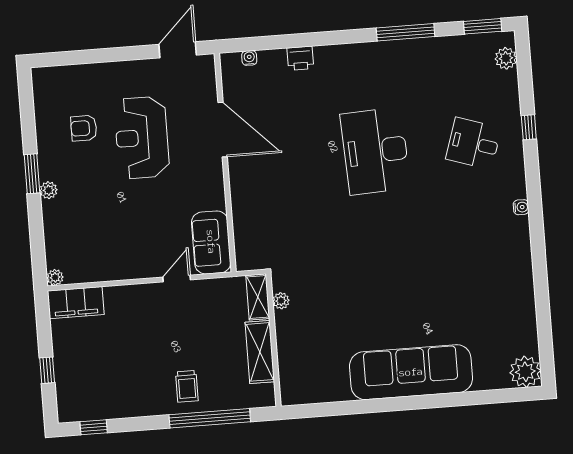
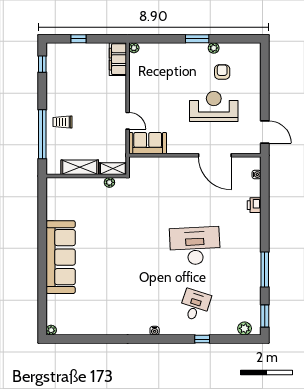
door: (223, 130) -> (215, 155), hinge flipped
plant: (49, 190) -> (214, 48), moved
plant: (525, 372) -> (51, 330), width x0.53, depth x0.53

